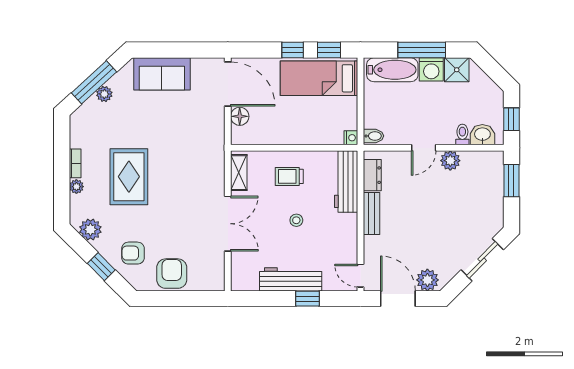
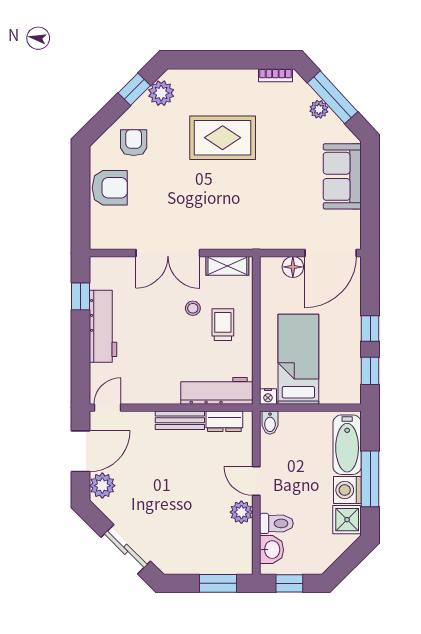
bed: (319, 78) -> (298, 359), moved
toilet: (462, 135) -> (276, 523), width x1.37, depth x1.39
bookcase: (75, 163) -> (275, 75), moved
plant: (76, 187) -> (211, 77), removed
stool: (296, 220) -> (193, 308), moved
window: (101, 267) -> (134, 89), moved
window: (307, 299) -> (81, 296), moved

